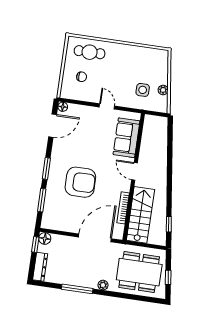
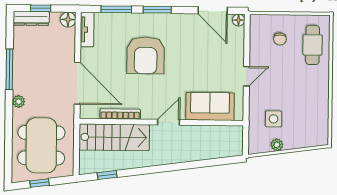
tv unit: (54, 225) -> (87, 30), added
window: (35, 244) -> (41, 8), moved

